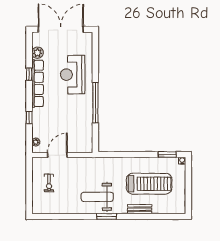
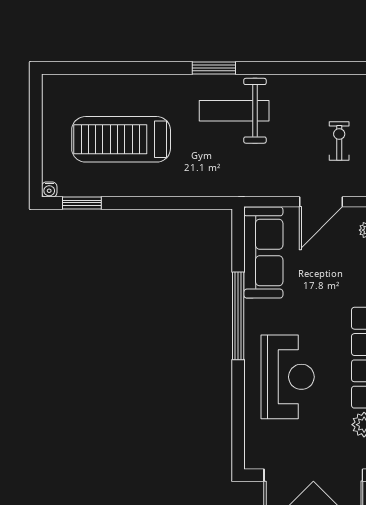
sofa: (84, 132) -> (263, 252), added
weight bench: (97, 197) -> (234, 111), turned 180
bench: (140, 209) -> (142, 84), removed

